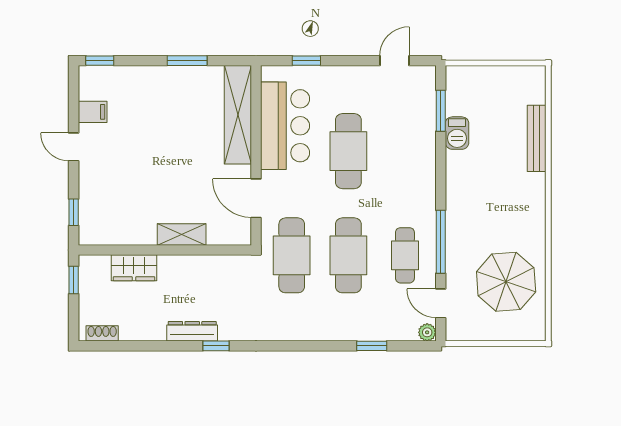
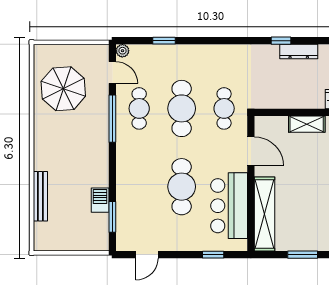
cafe table: (292, 255) -> (224, 108), width x0.73, depth x0.74

